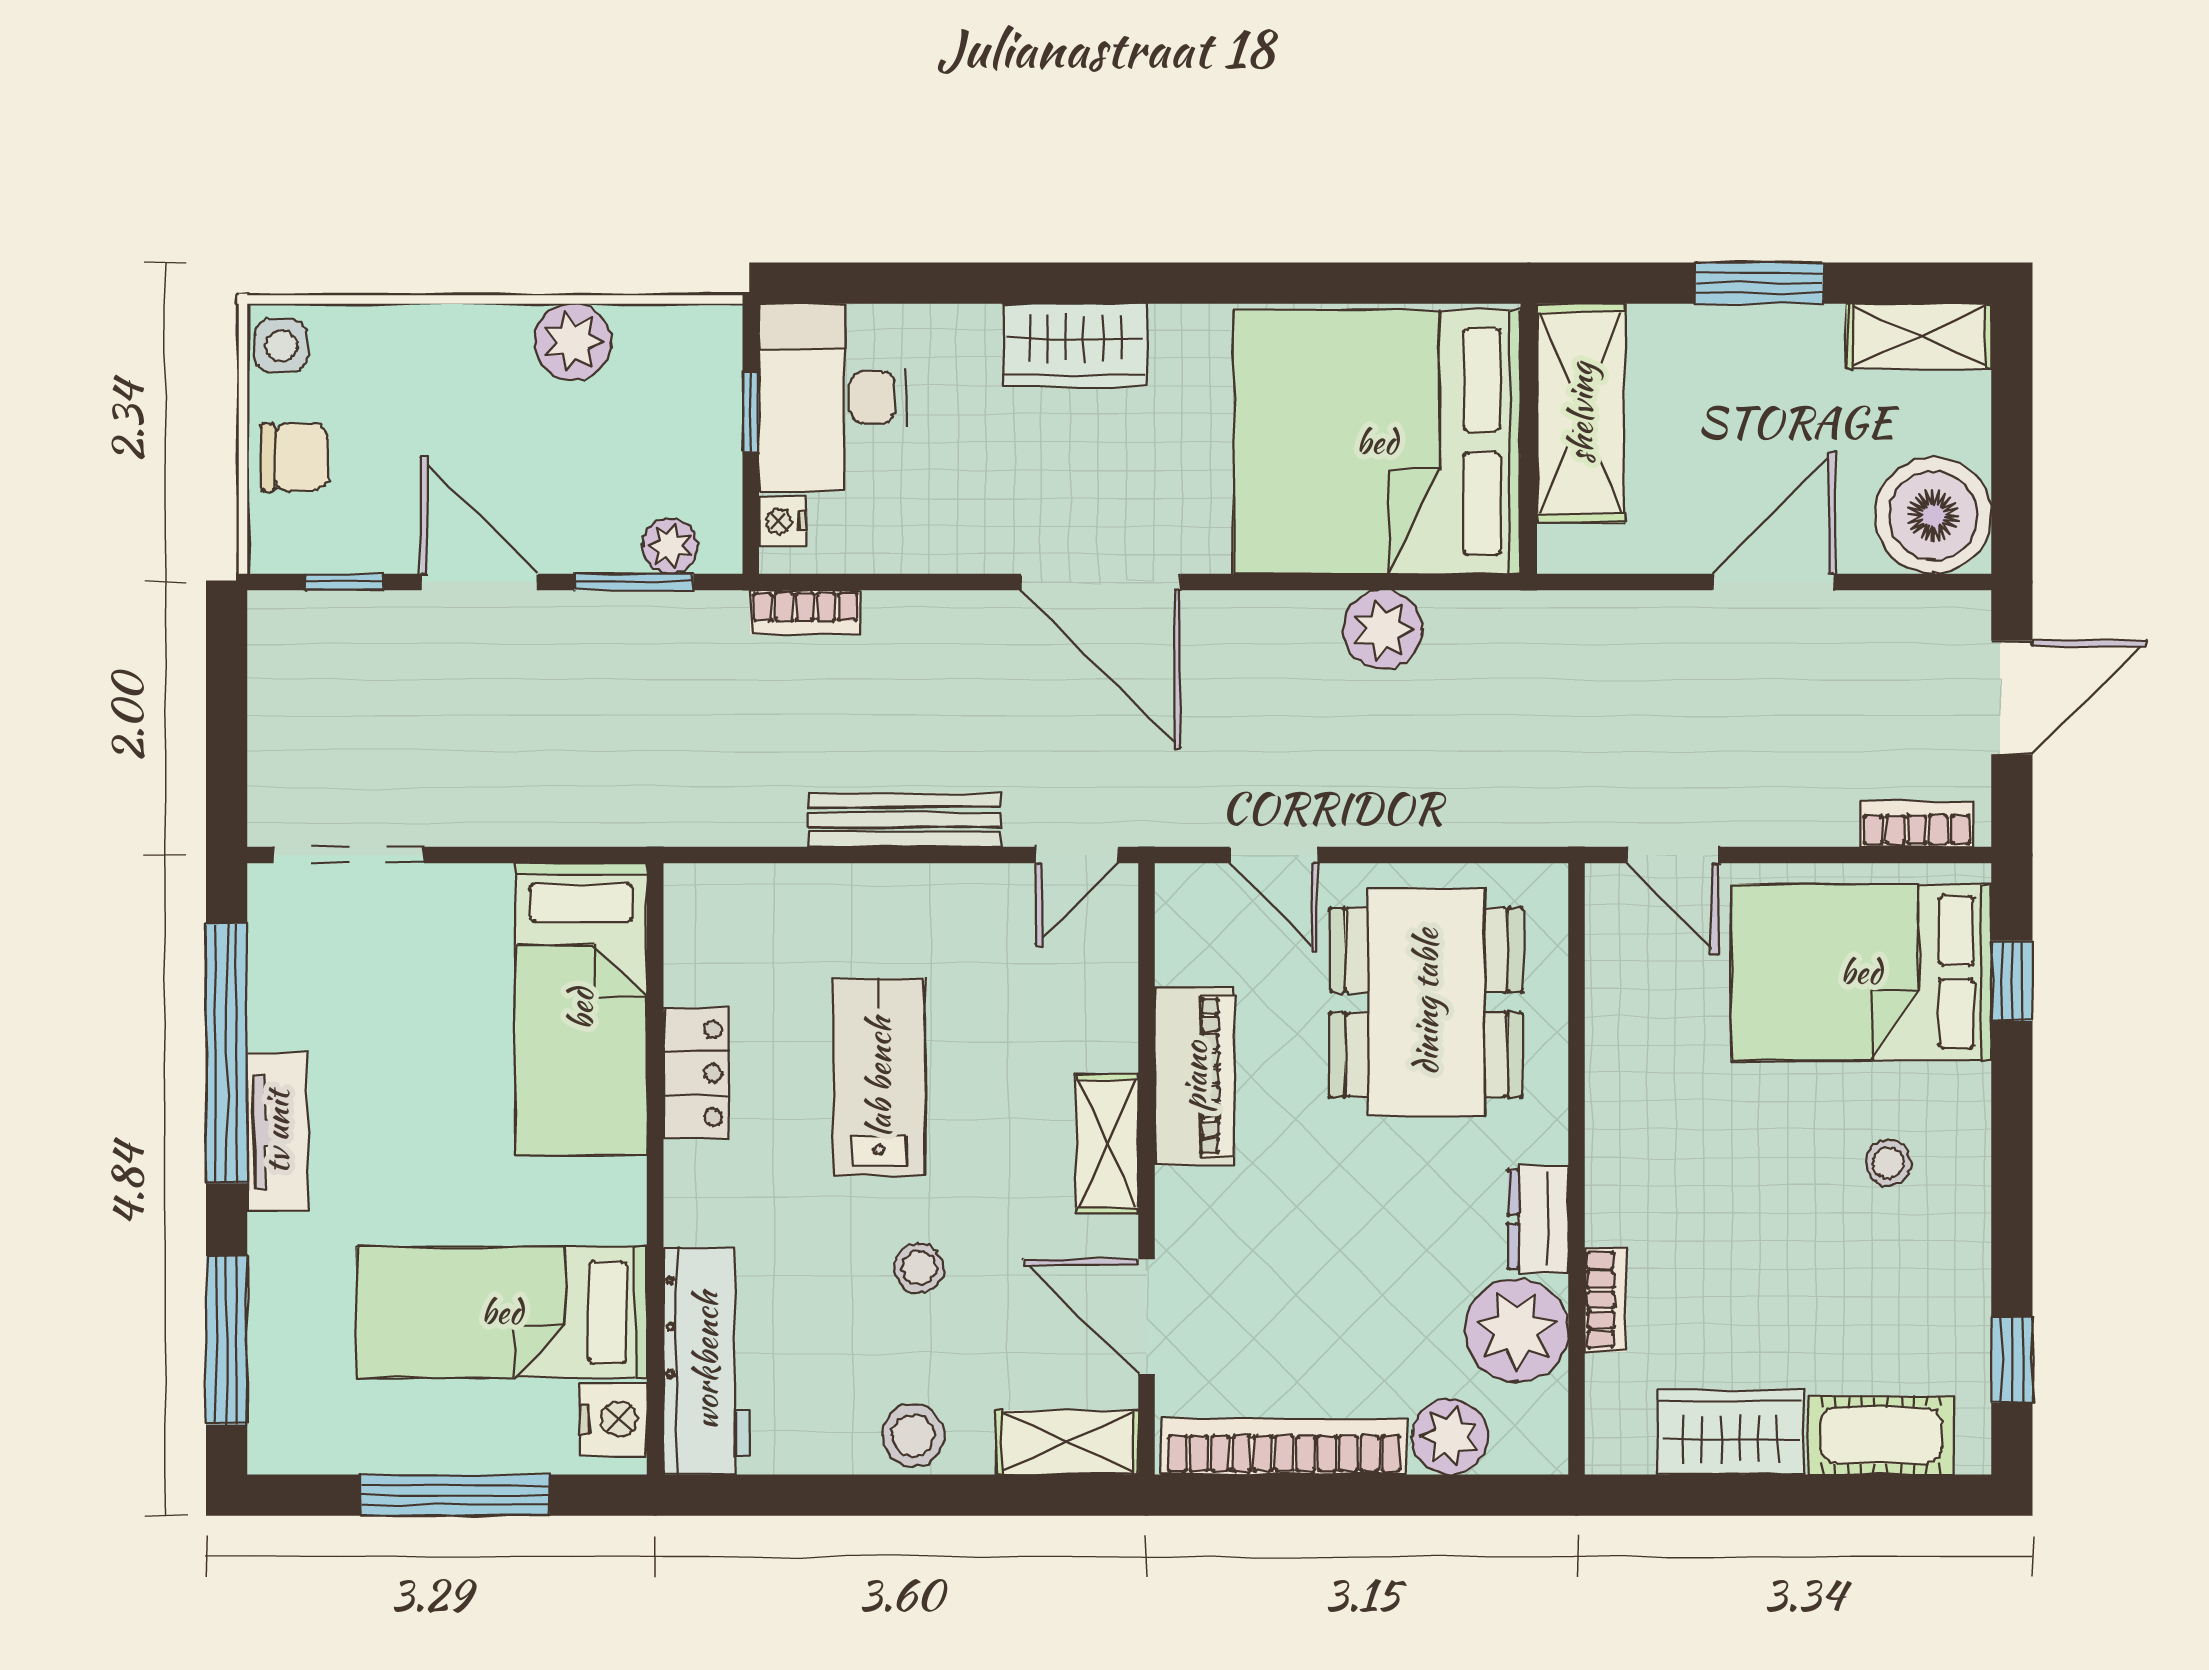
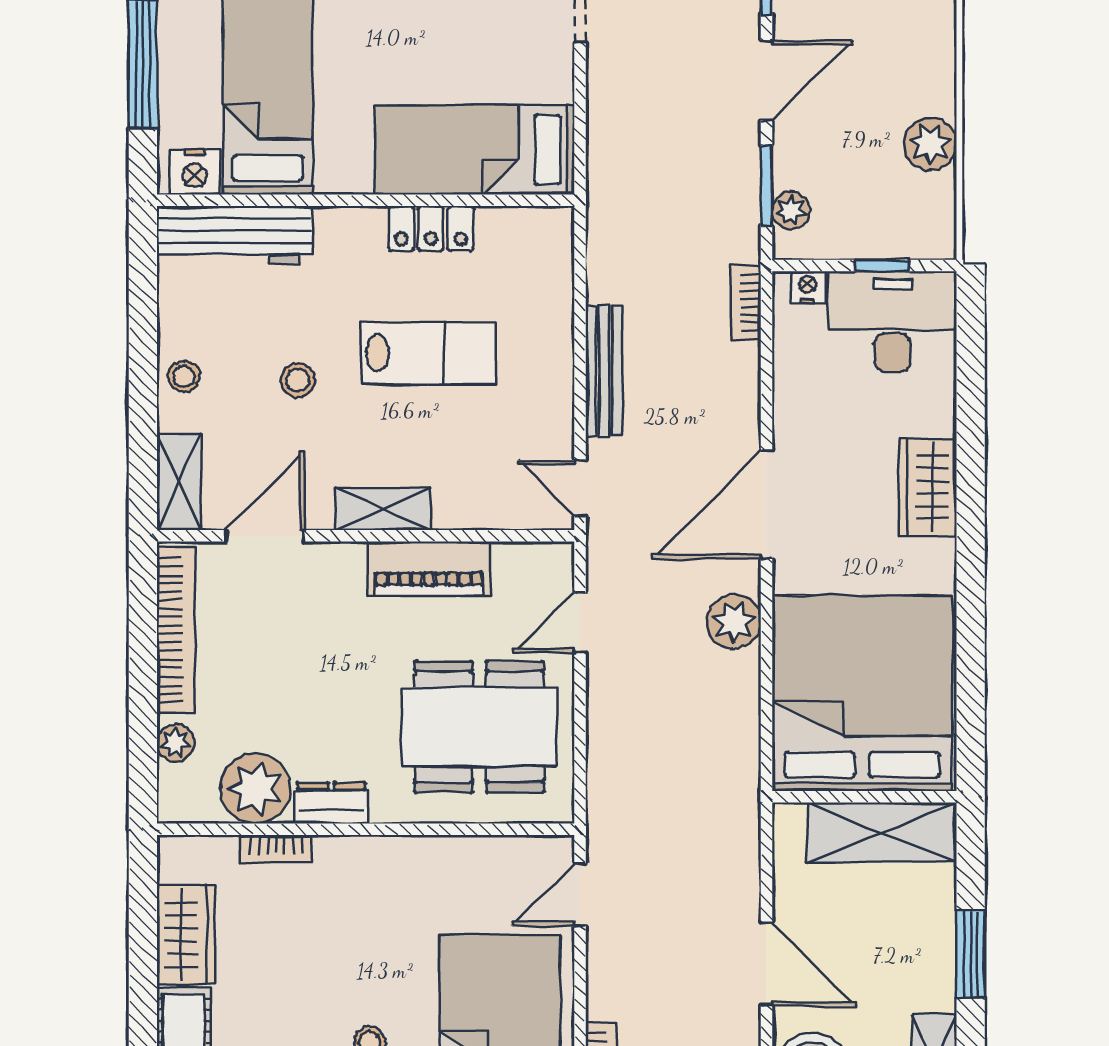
plant: (1383, 630) -> (734, 622), moved
stool: (913, 1435) -> (184, 376), width x0.73, depth x0.73
plant: (1450, 1437) -> (176, 743), width x0.73, depth x0.73

